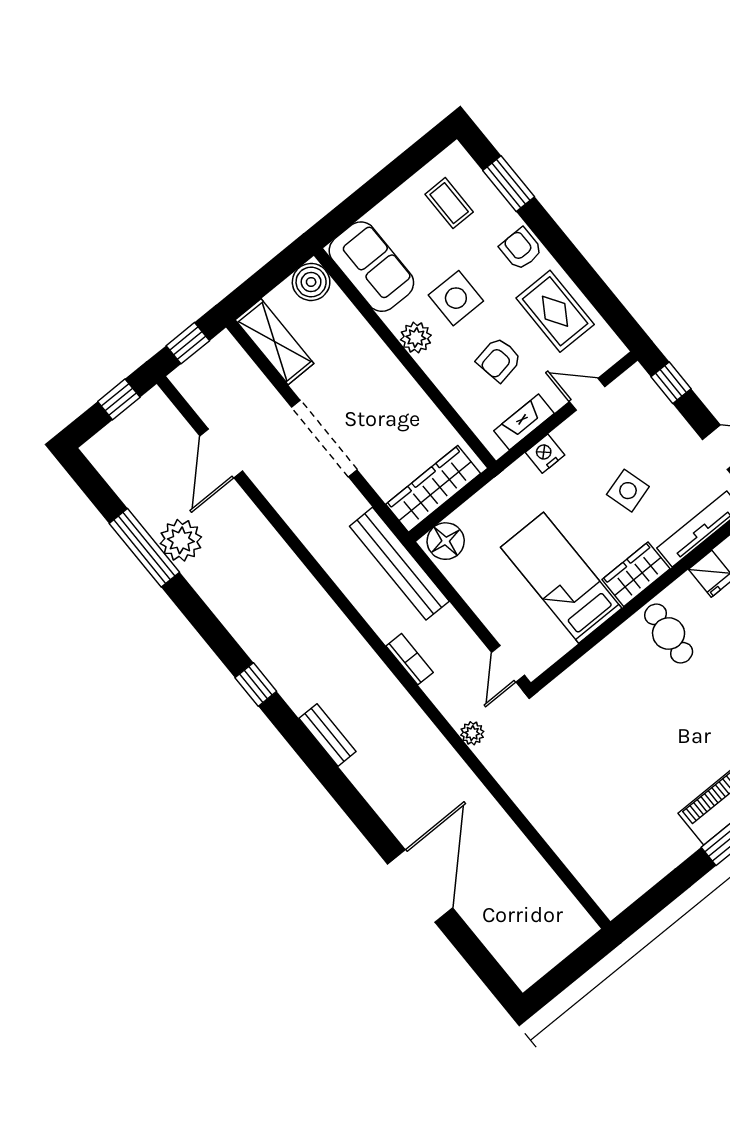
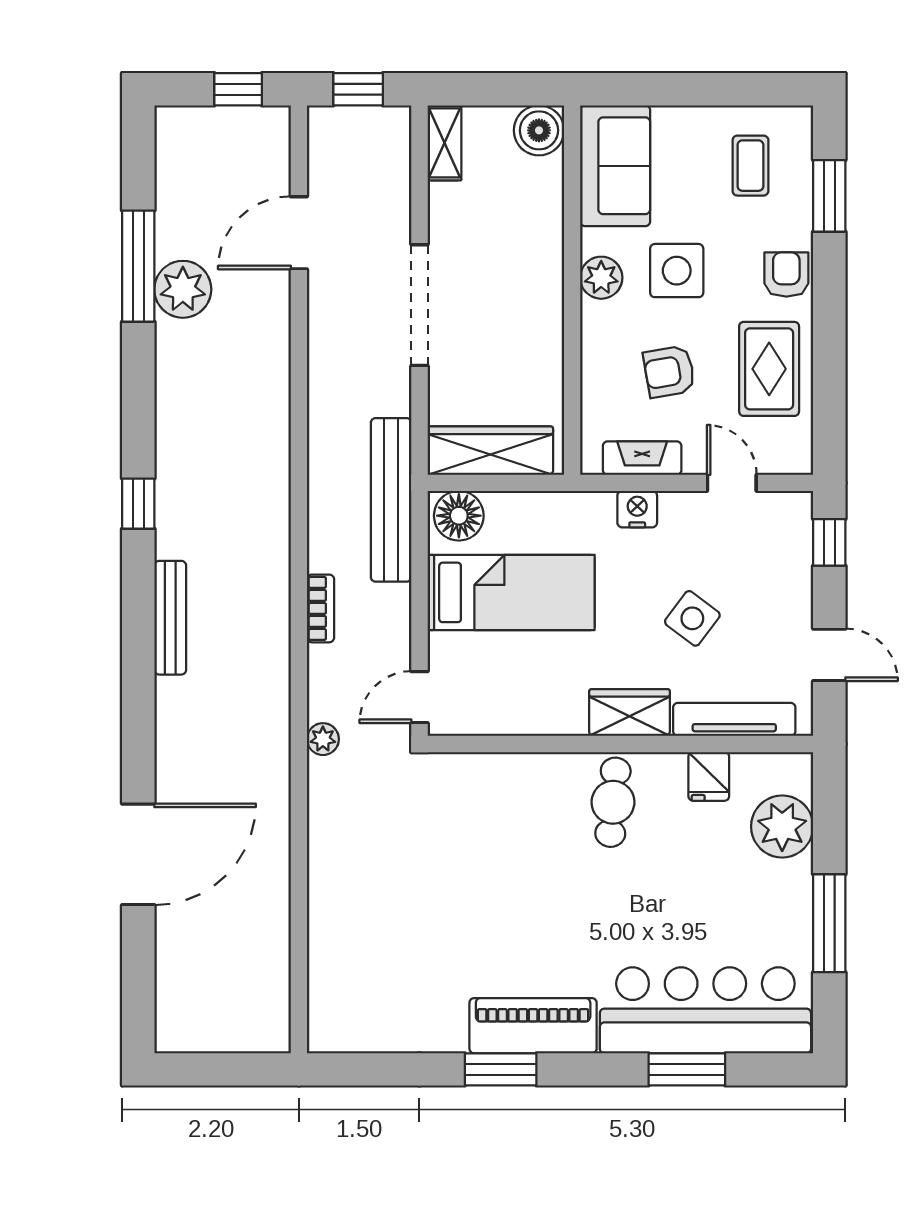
shelving: (275, 342) -> (444, 143), width x0.67, depth x0.75
side table: (628, 491) -> (692, 618), turned -37
bed: (561, 578) -> (511, 592), moved, turned 90
bench: (328, 735) -> (170, 618), width x1.36

